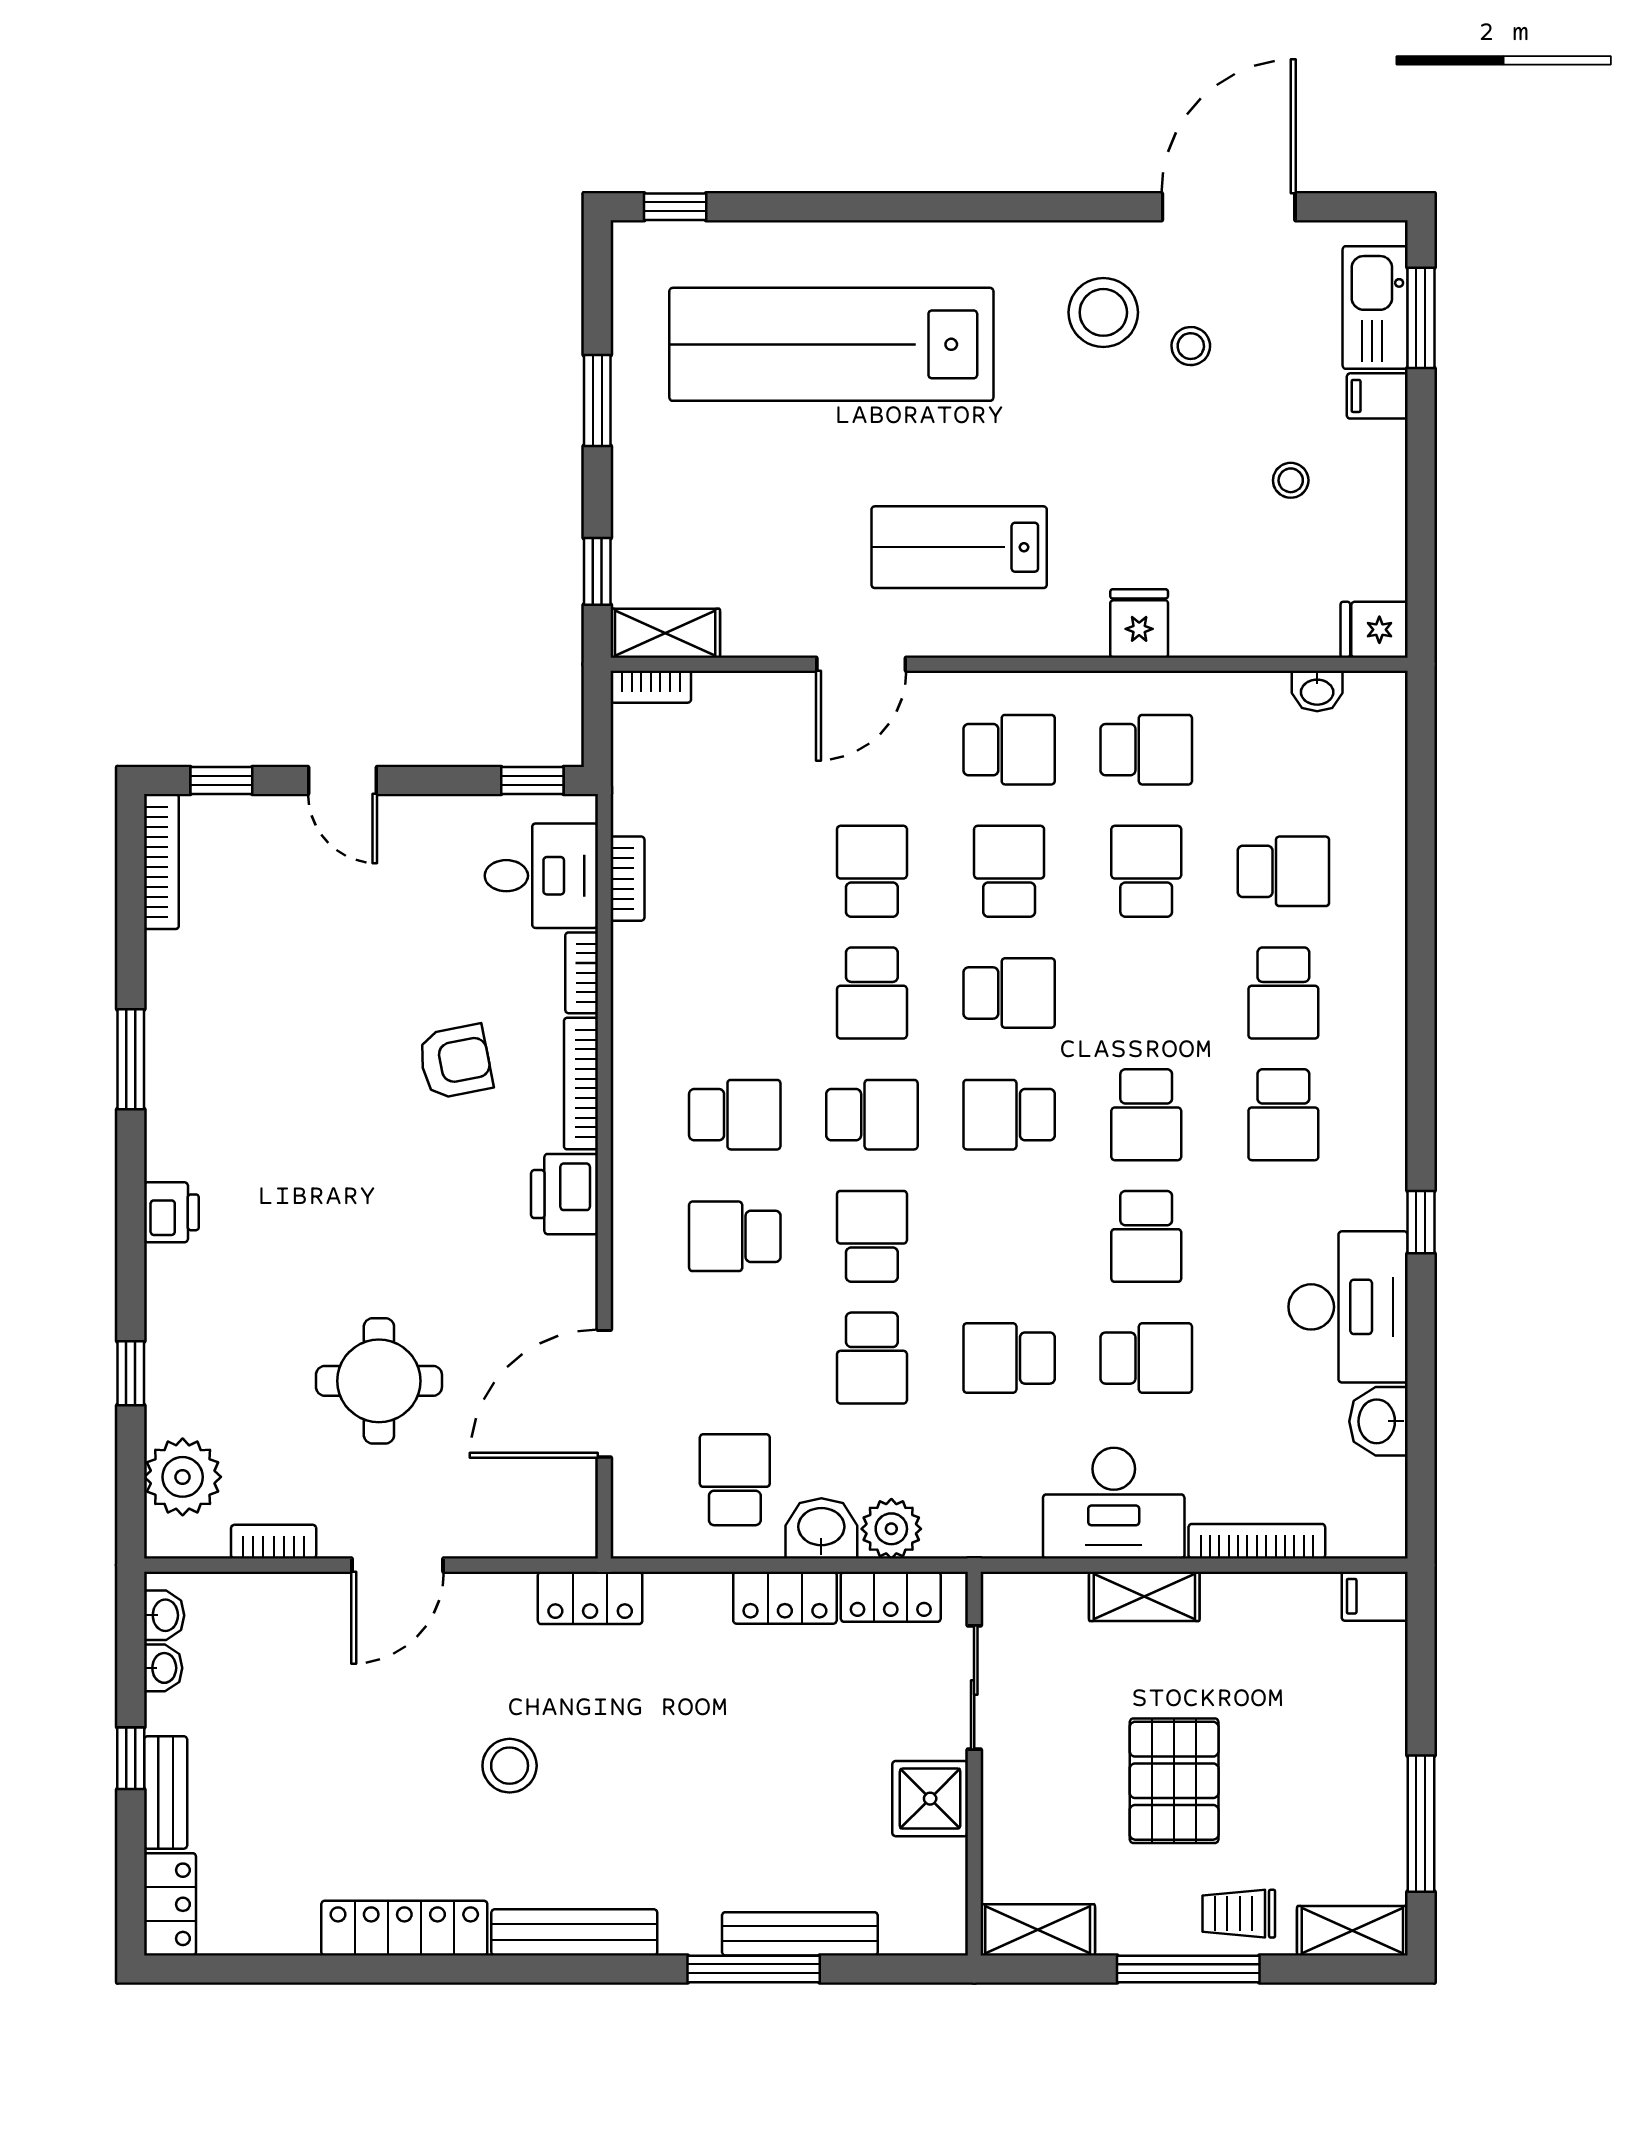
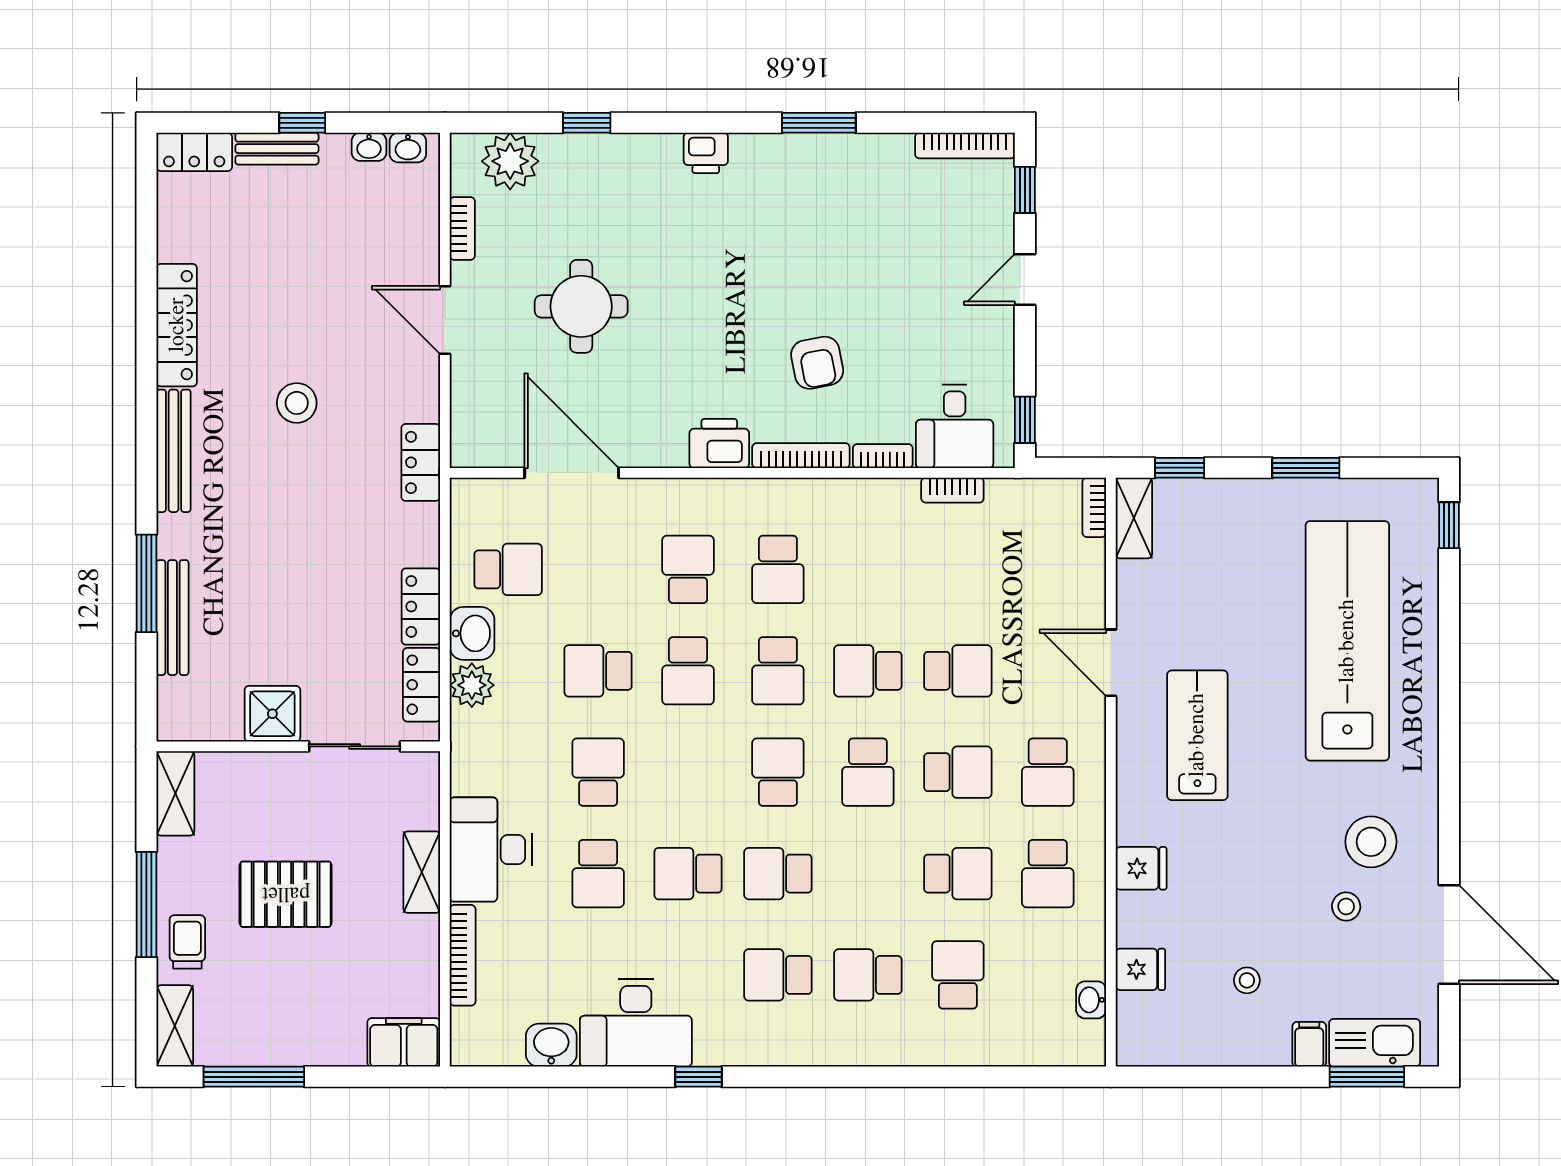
fridge: (1374, 630) -> (1140, 969), moved, turned 90
school desk: (1283, 871) -> (958, 975), turned 180
school desk: (872, 1236) -> (688, 671), turned 90
filing cabinet: (1375, 1596) -> (404, 1042), width x2.00

